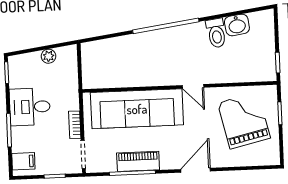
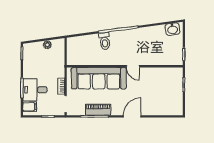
washbasin: (237, 25) -> (173, 29), moved
toilet: (216, 33) -> (105, 41), moved
desk: (30, 107) -> (35, 90), moved
grand piano: (244, 120) -> (162, 88), removed

